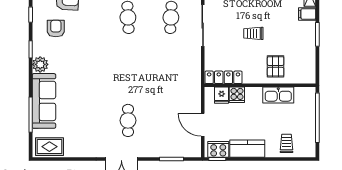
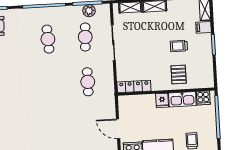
trolley: (253, 33) -> (179, 46), moved
fridge: (222, 95) -> (162, 100), moved
cooker: (237, 95) -> (203, 98), moved
cafe table: (128, 120) -> (88, 82), moved

